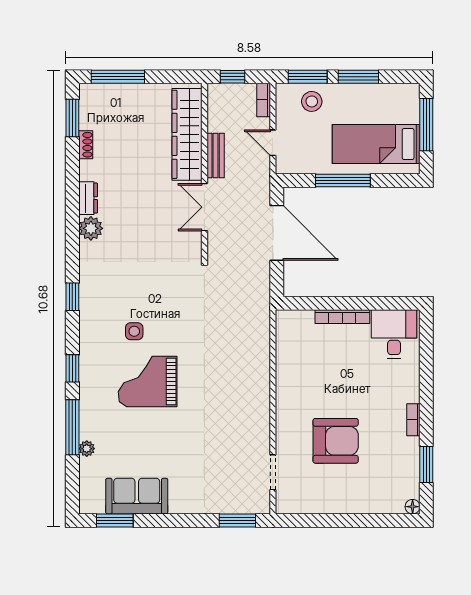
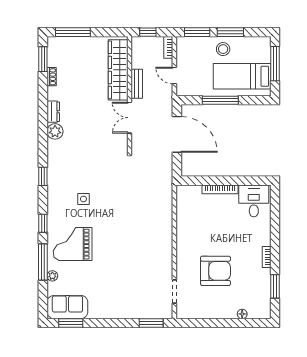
stool: (312, 101) -> (223, 49), moved
grand piano: (148, 382) -> (73, 244), moved
sofa: (137, 496) -> (67, 307), moved
floor lamp: (413, 507) -> (242, 314), moved

